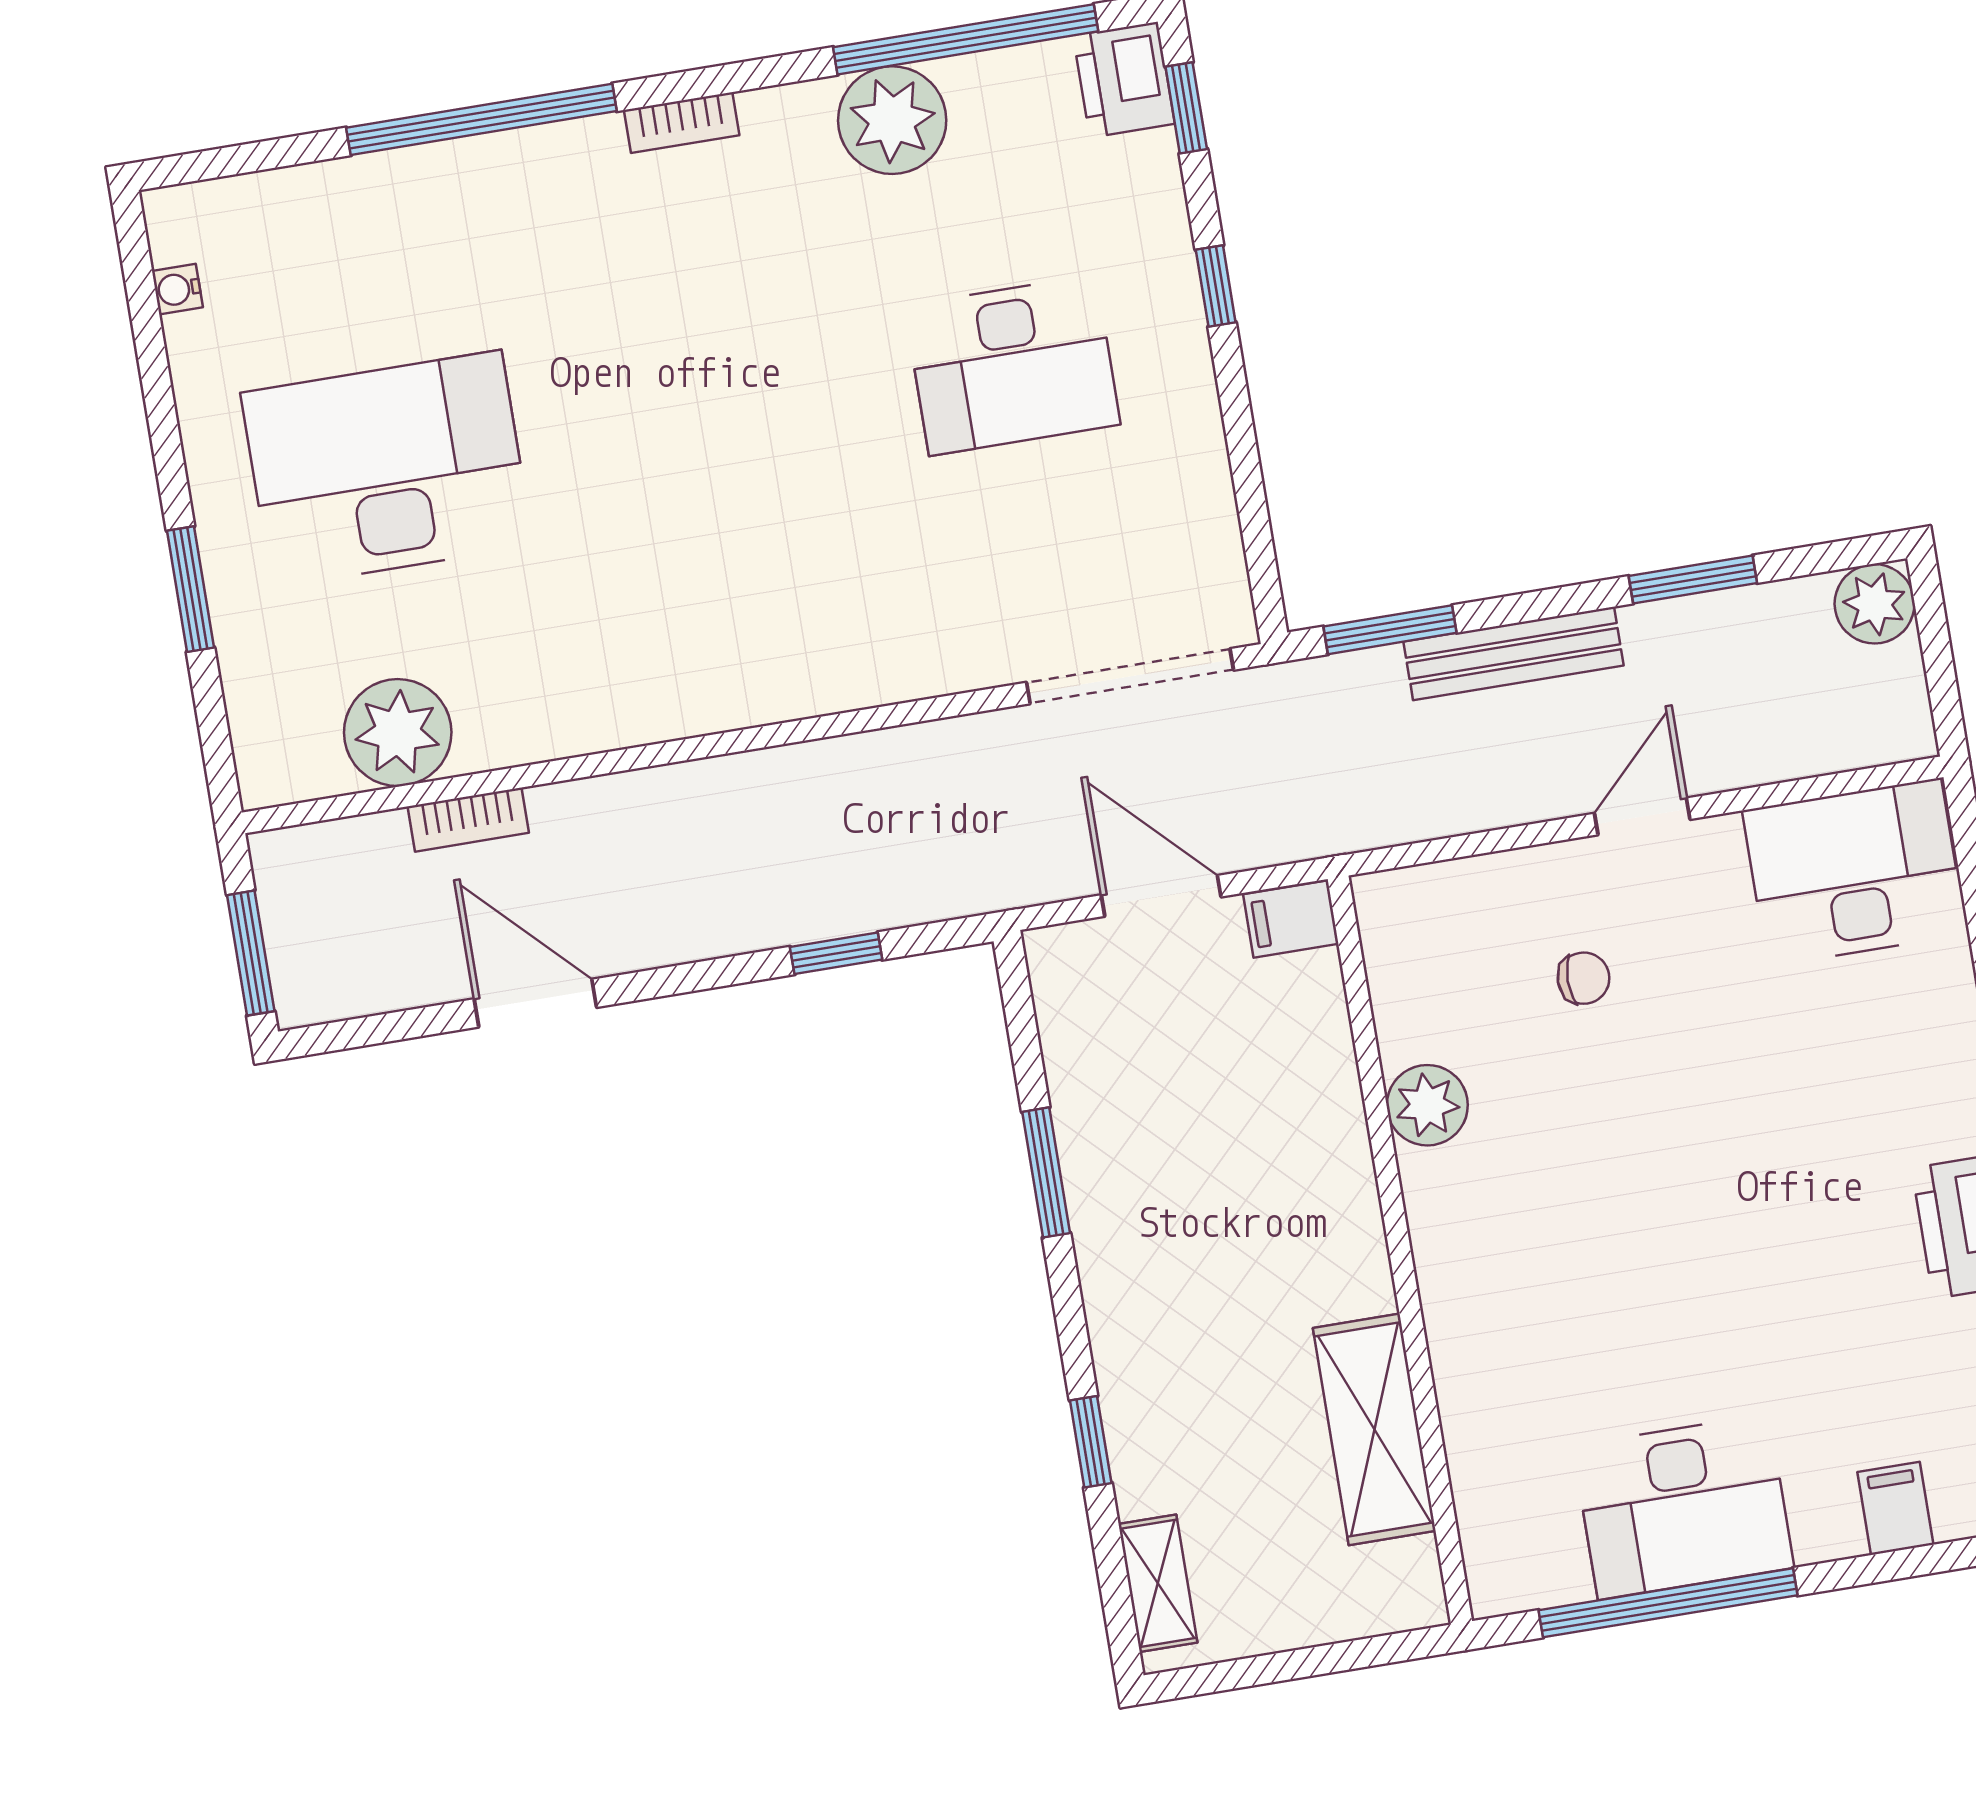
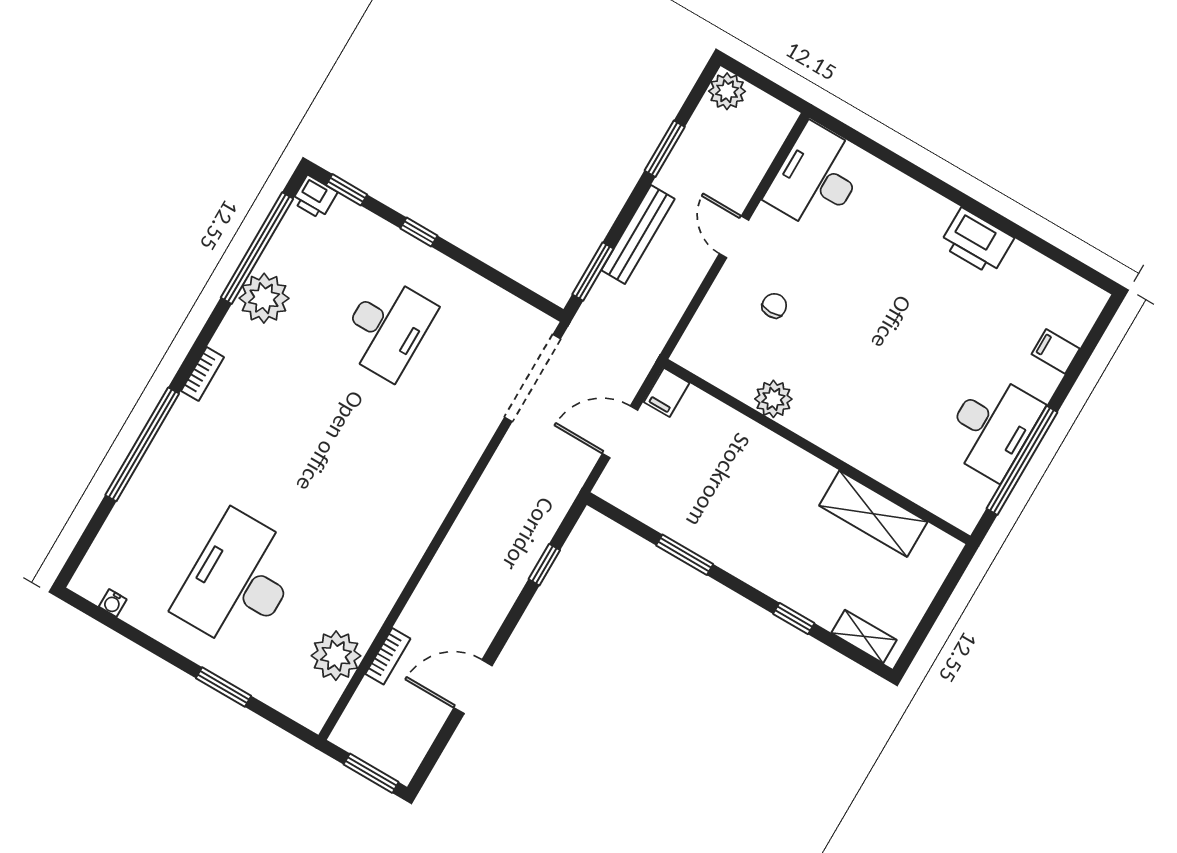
printer: (1124, 80) -> (315, 197), width x0.73, depth x0.81

